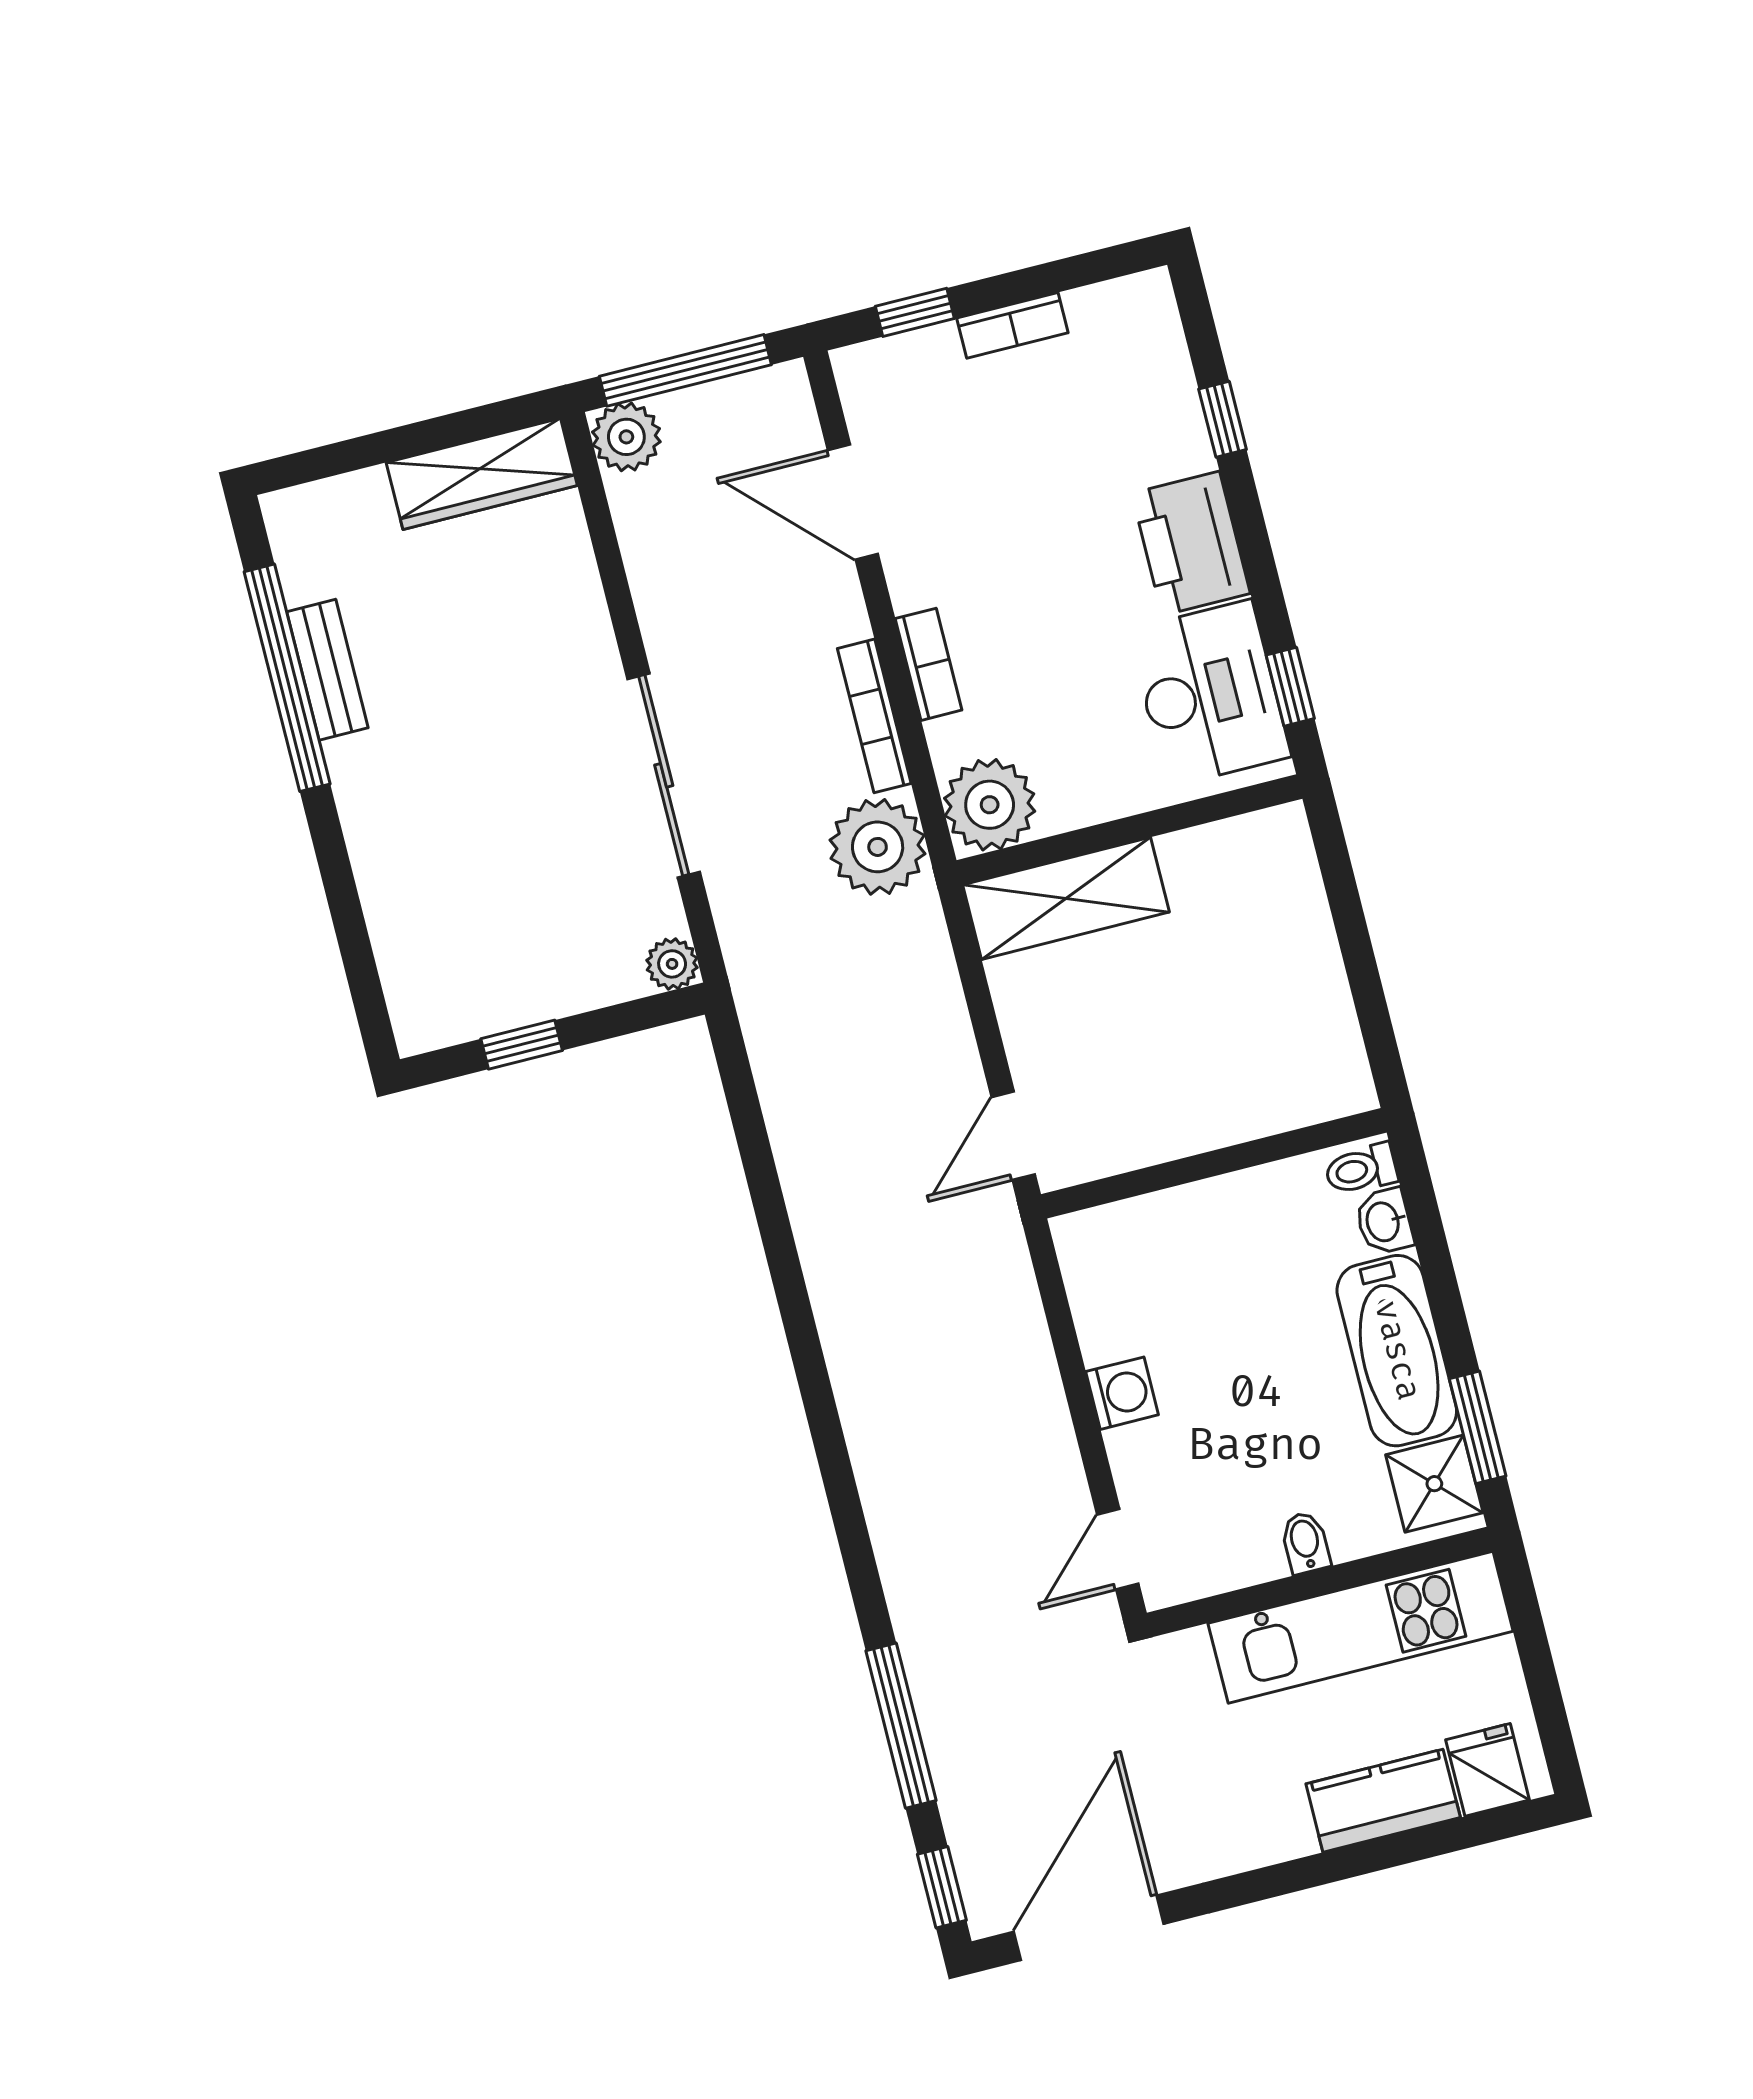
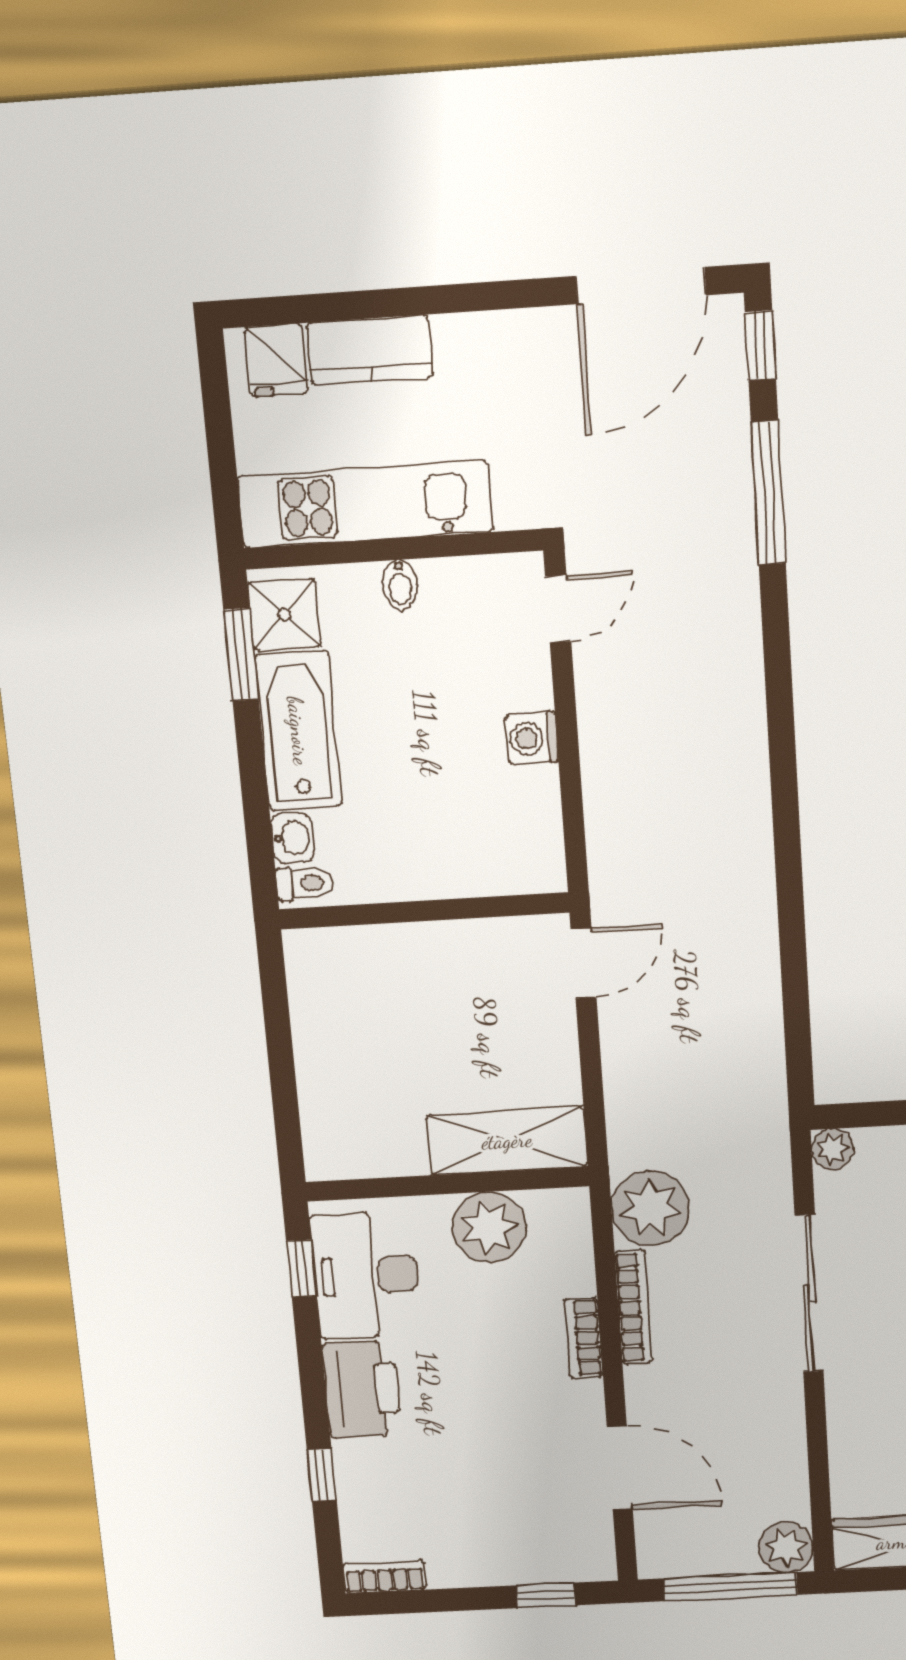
bookcase: (1012, 325) -> (385, 1577), moved
plant: (990, 805) -> (489, 1227), moved

